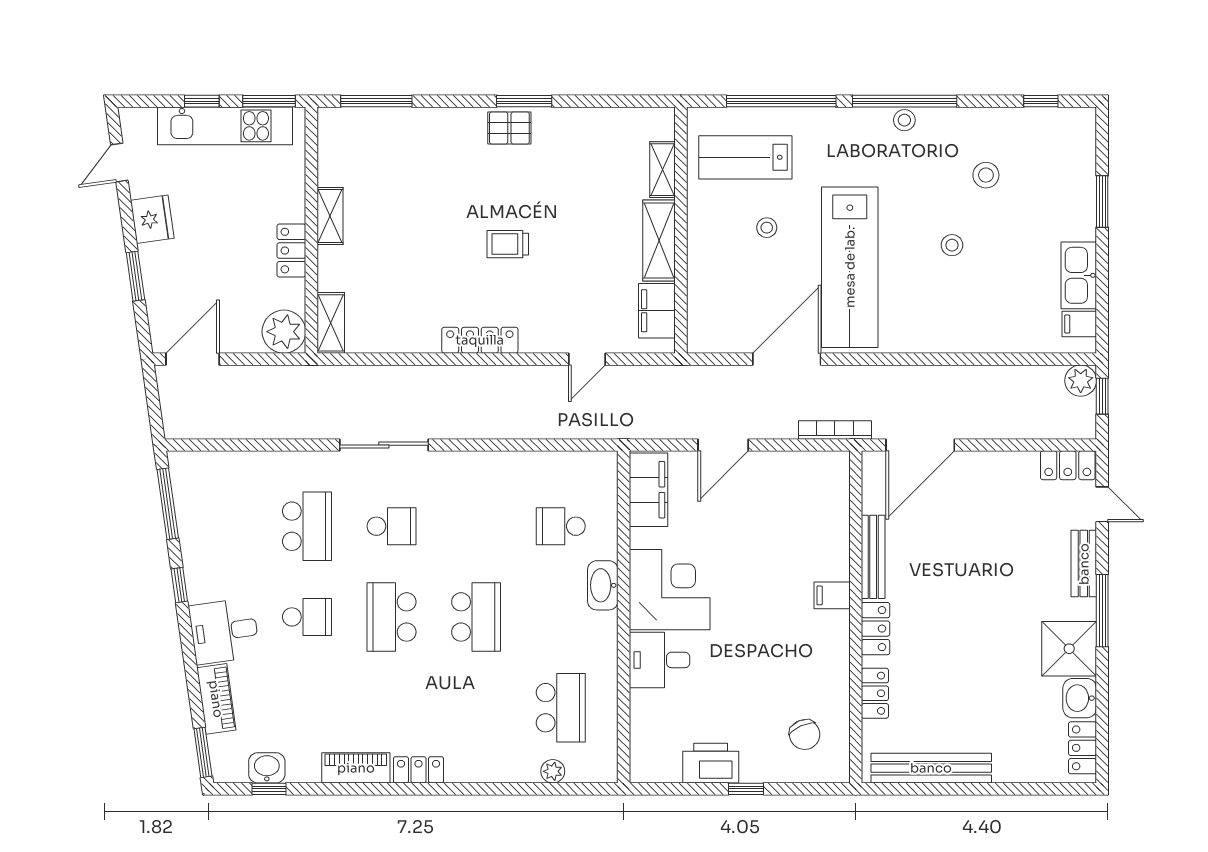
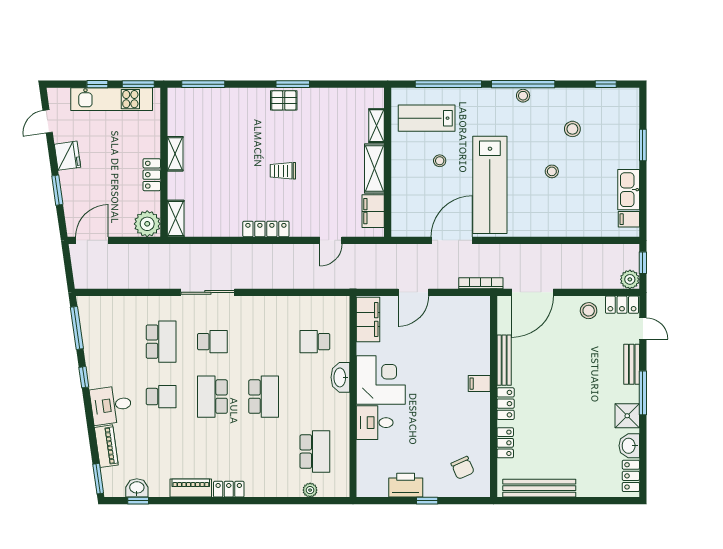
plant: (1081, 381) -> (630, 279), moved
stool: (1013, 475) -> (589, 311), added
shower: (1069, 649) -> (627, 416), width x0.73, depth x0.73

